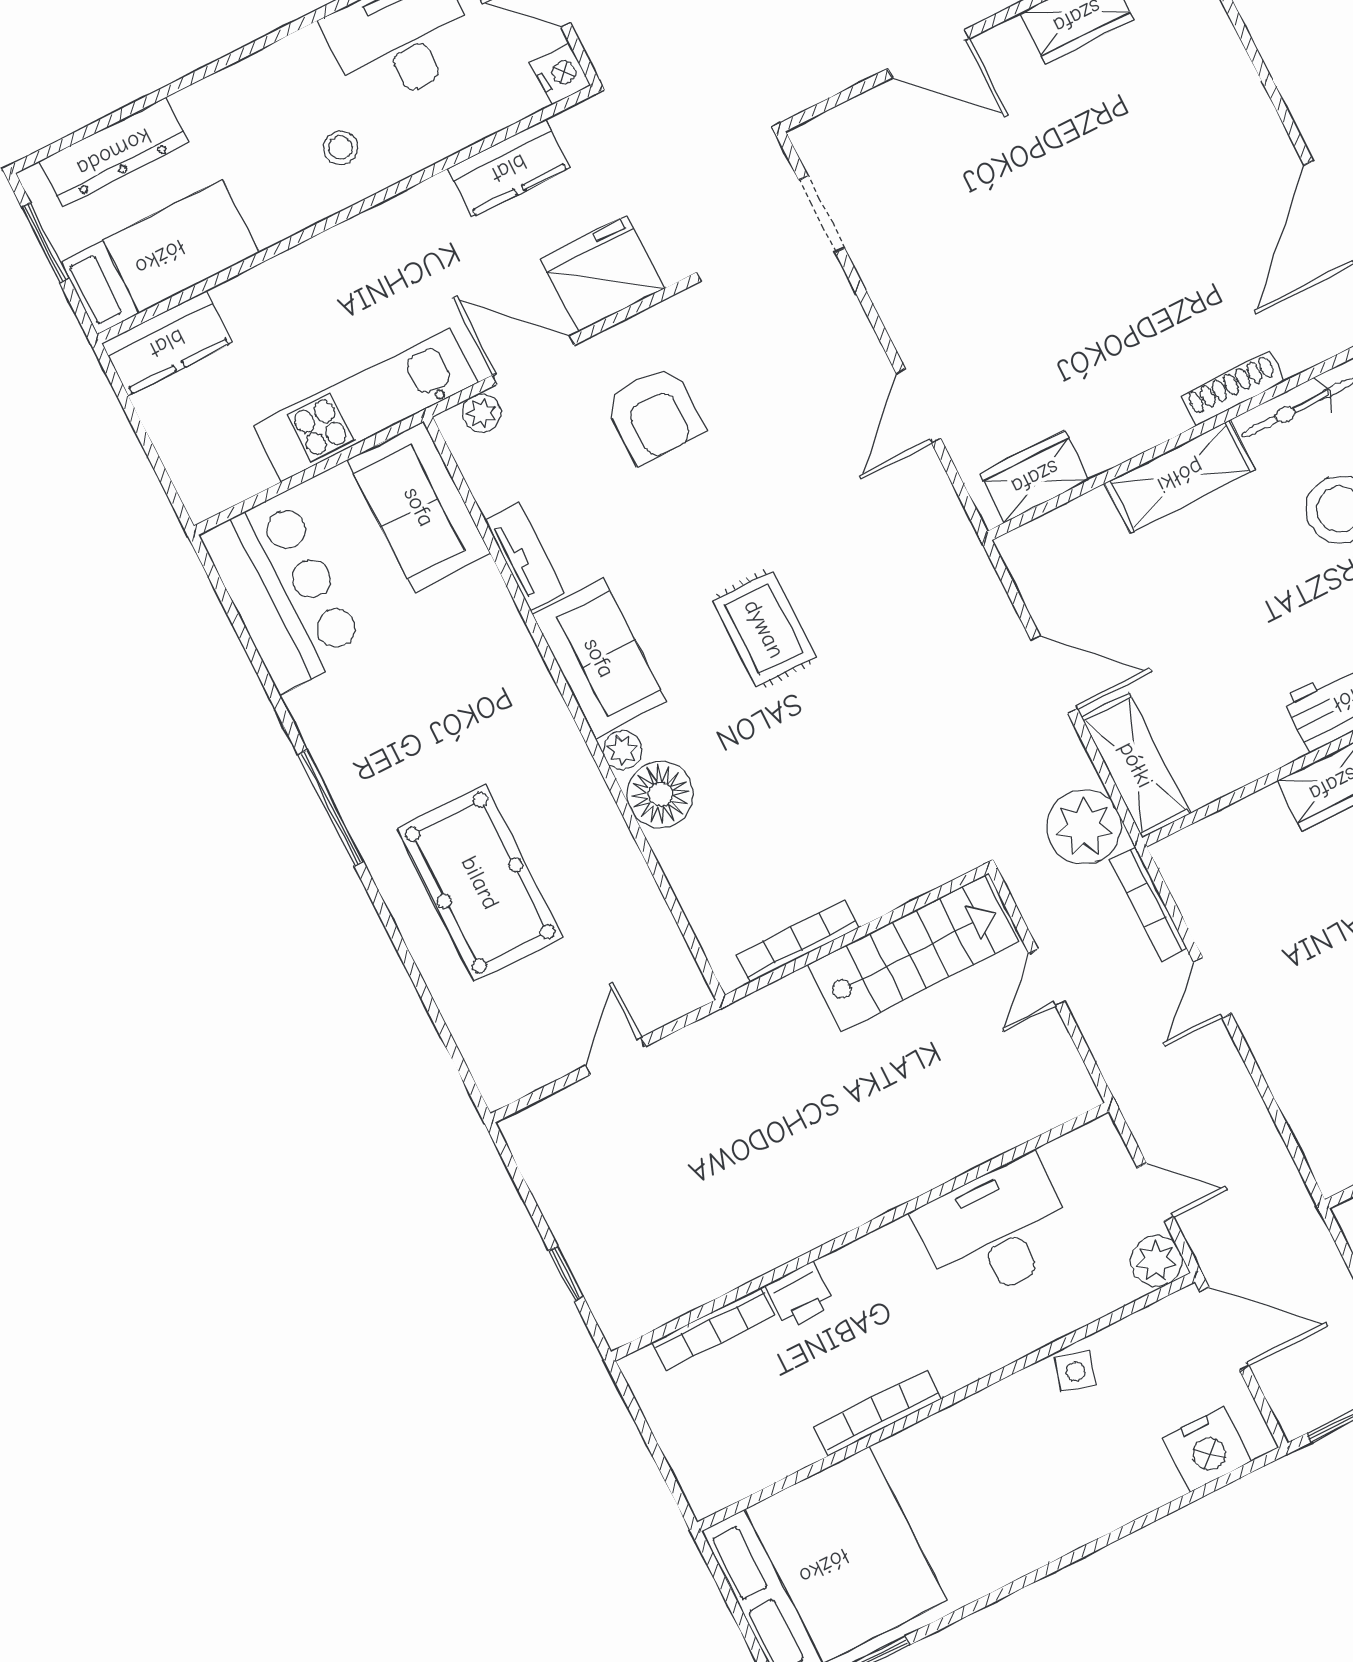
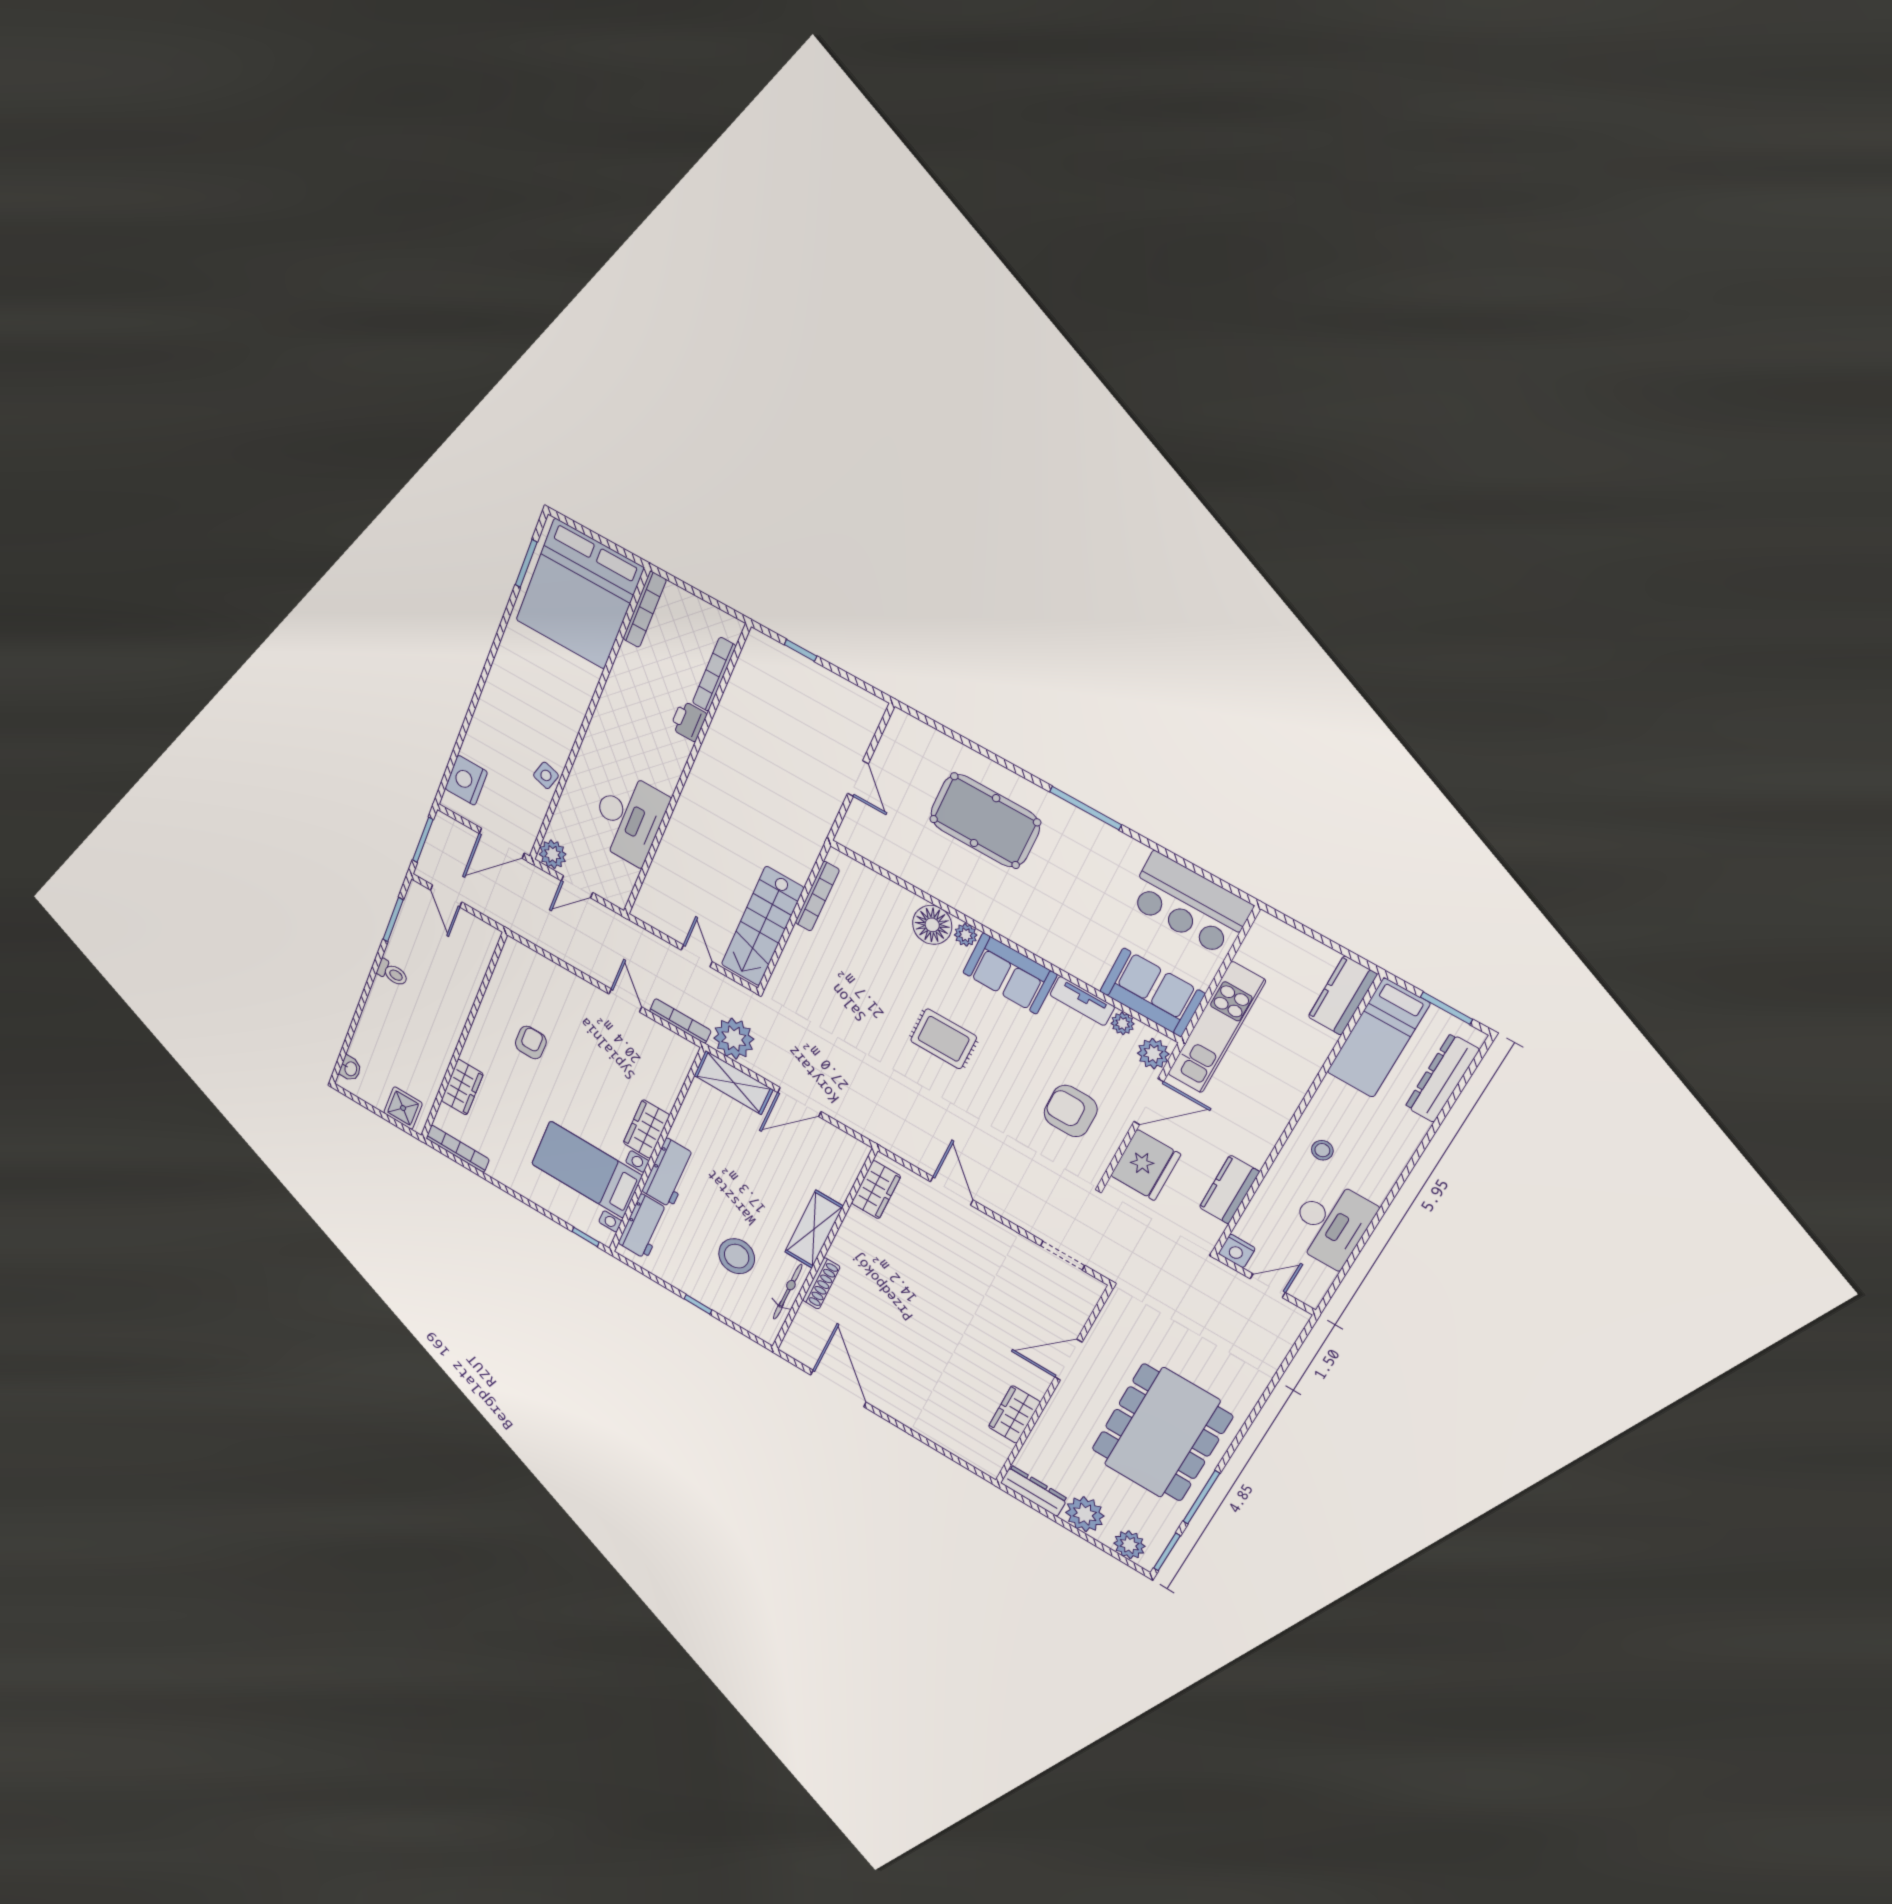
plant: (482, 413) -> (1153, 1054), width x1.38, depth x1.38
plant: (491, 490) -> (1123, 1024), added
bookcase: (878, 1413) -> (645, 609), moved

